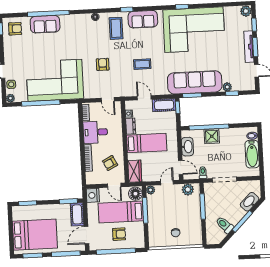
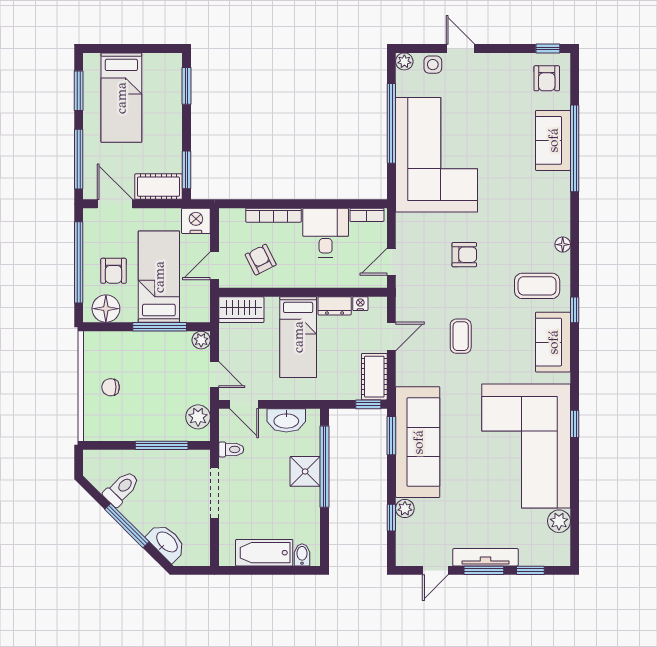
plant: (246, 11) -> (559, 521), moved
door: (181, 167) -> (244, 404), hinge flipped
floor lamp: (135, 194) -> (106, 309), moved
bed: (35, 235) -> (121, 98), width x0.67

